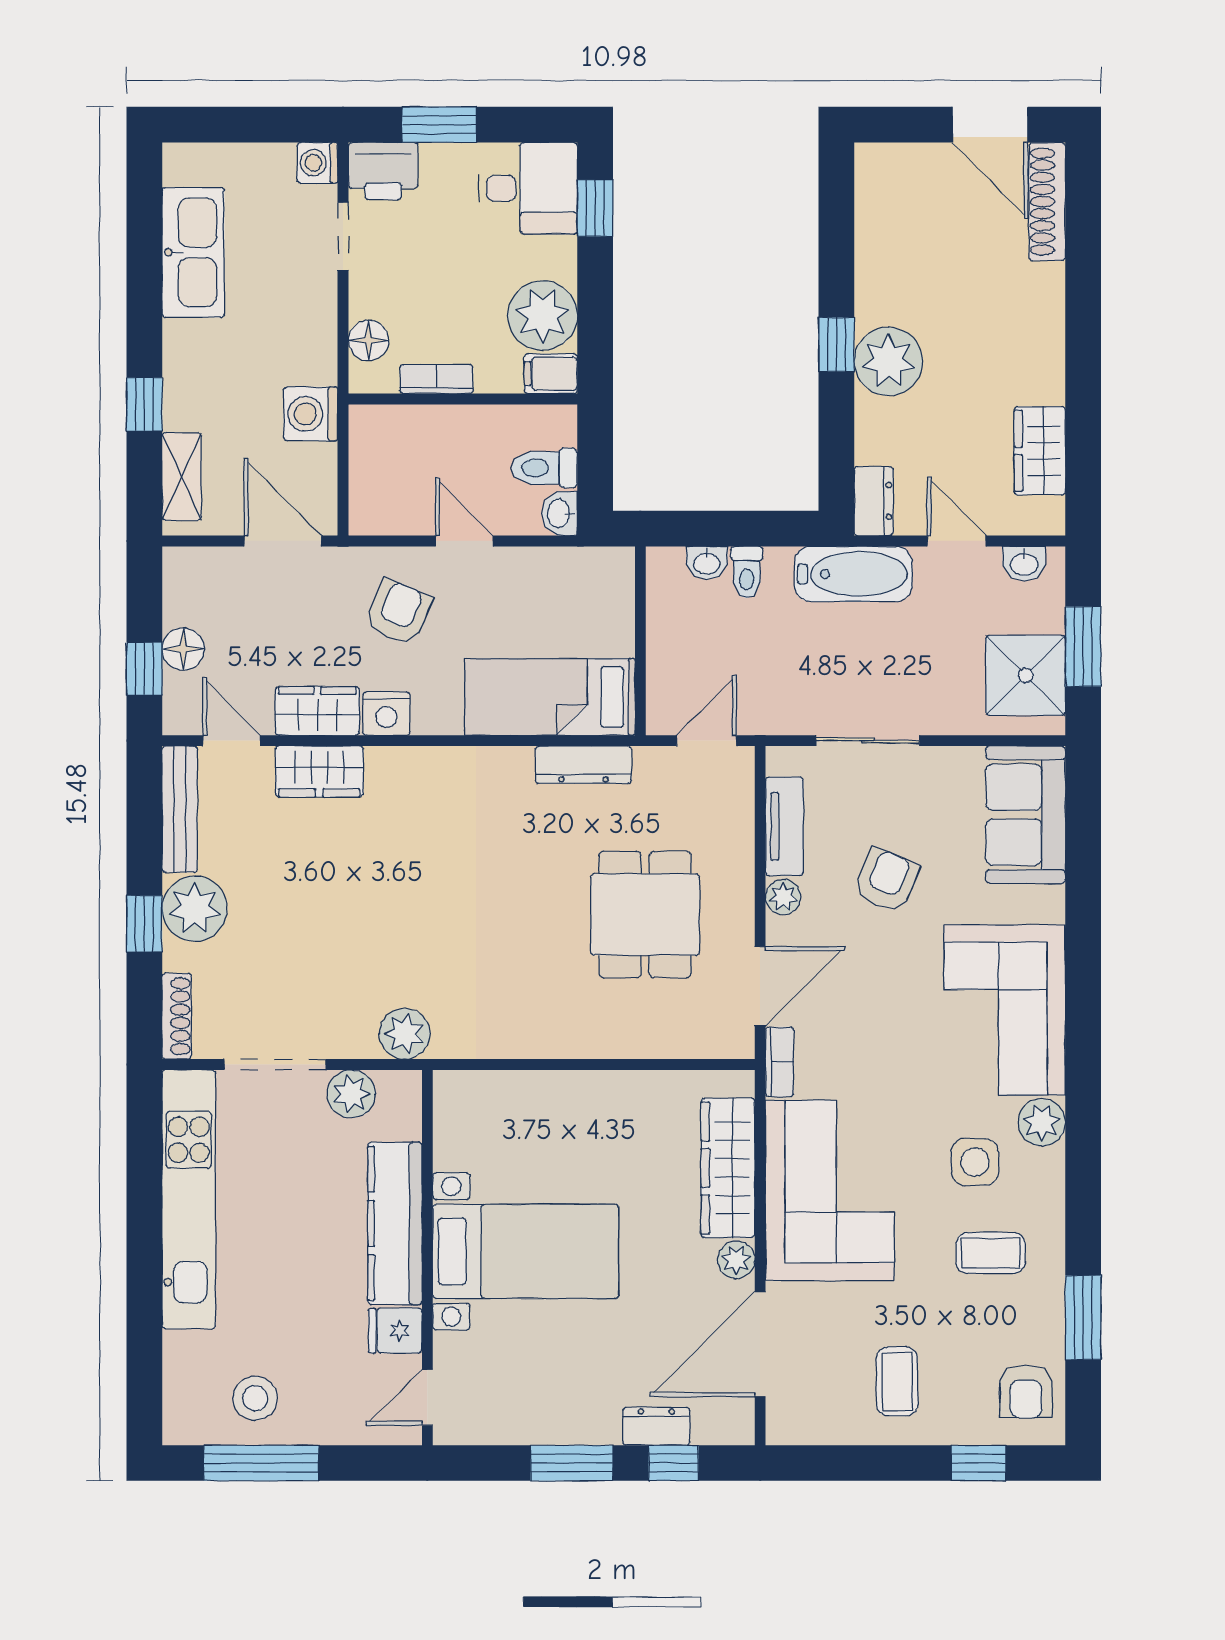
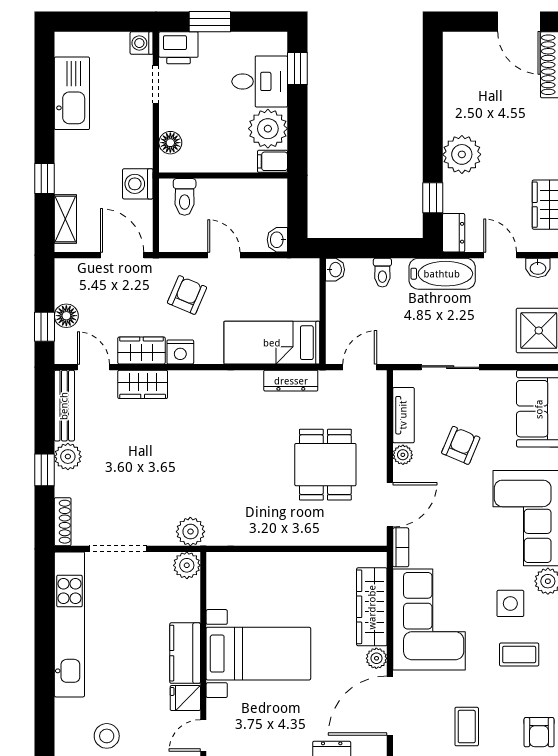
desk: (528, 188) -> (260, 81), moved
window: (836, 344) -> (433, 198), moved
bookcase: (436, 379) -> (208, 164), removed
toilet: (544, 468) -> (185, 197), moved, turned -90
washbasin: (707, 563) -> (335, 270), moved, turned -90
plant: (195, 909) -> (68, 457), width x0.73, depth x0.73
plant: (351, 1094) -> (187, 565), moved
kitchen counter: (395, 1223) -> (185, 653), width x0.67

